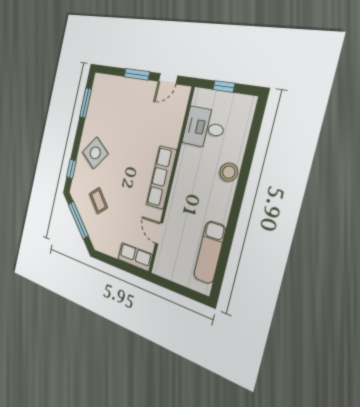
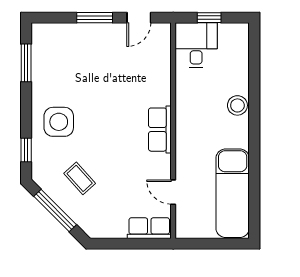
desk: (204, 128) -> (196, 45), moved, turned 90
side table: (95, 153) -> (59, 122), turned -37
row of seats: (162, 177) -> (160, 130), width x0.68
exam couch: (210, 252) -> (233, 193), width x1.36, depth x1.45

